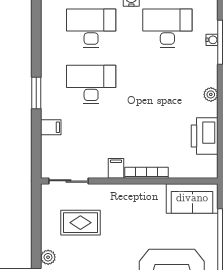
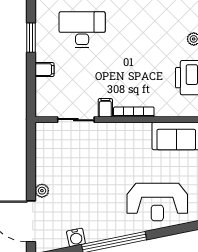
sliding door: (68, 181) -> (76, 120), moved
rug: (80, 223) -> (72, 158), removed

